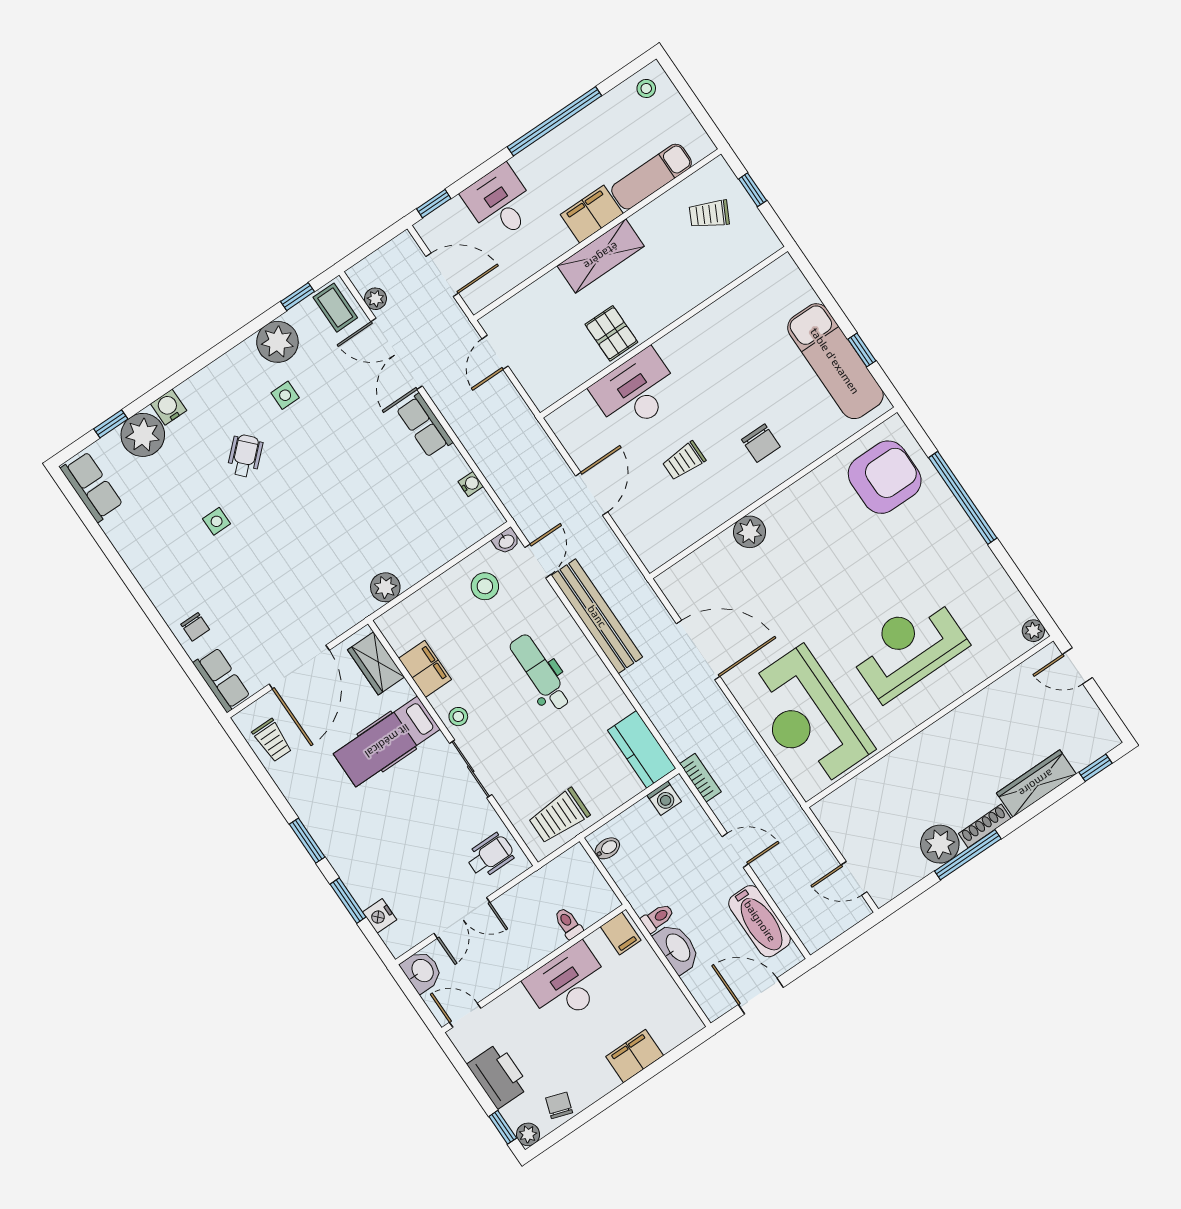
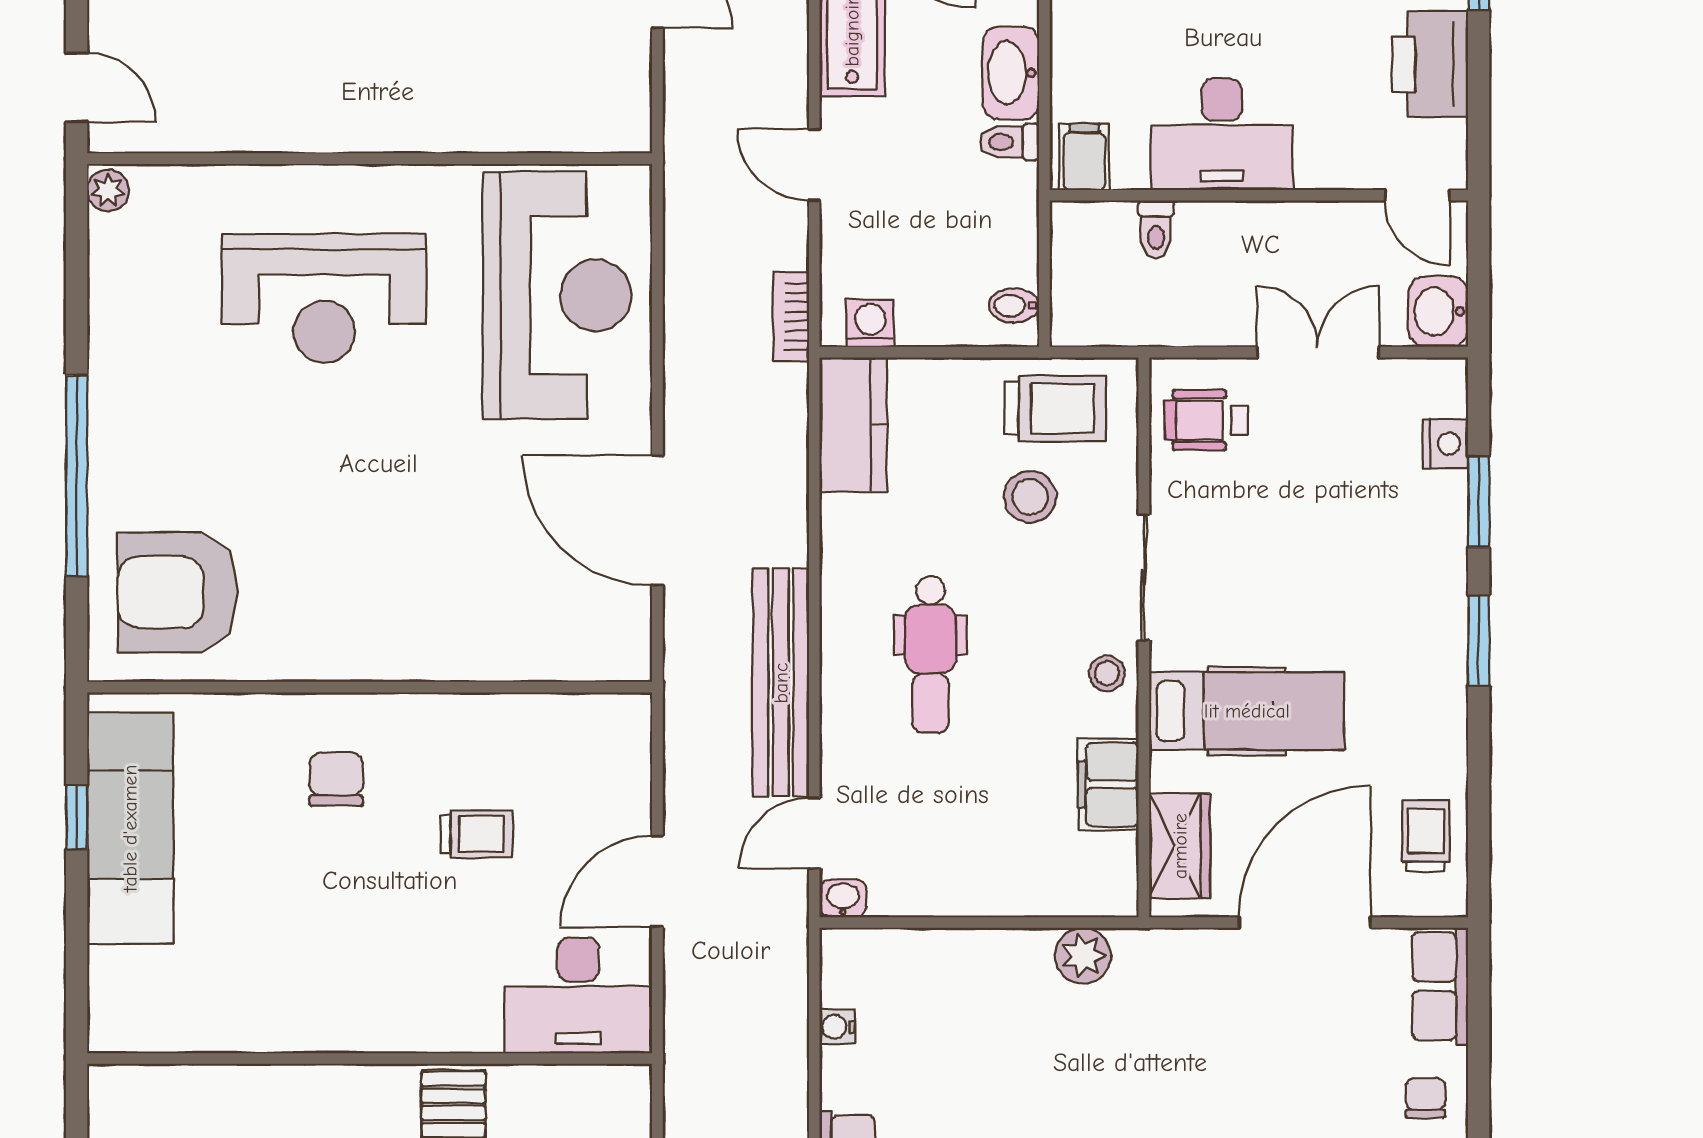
desk: (636, 391) -> (578, 995), moved
plant: (750, 532) -> (449, 651), removed
stool: (485, 586) -> (1030, 497), moved

